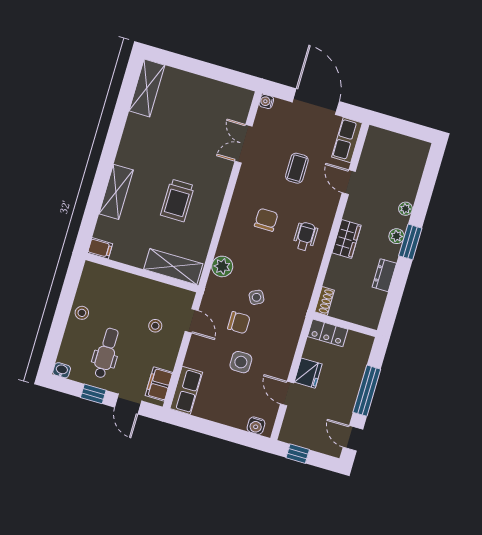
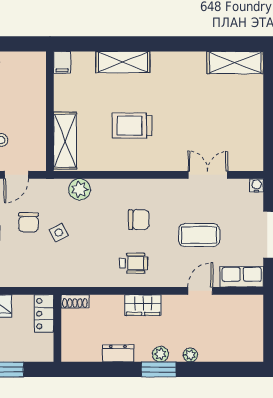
coffee table: (297, 168) -> (199, 235), width x1.36, depth x1.30

